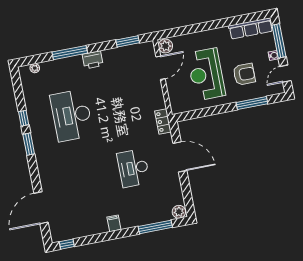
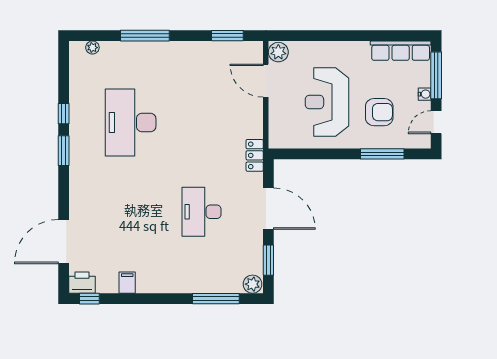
printer: (93, 60) -> (82, 283), moved, turned 180
door: (161, 68) -> (266, 81), swing flipped
window: (187, 193) -> (268, 260), added
filing cabinet: (114, 223) -> (127, 283), moved

